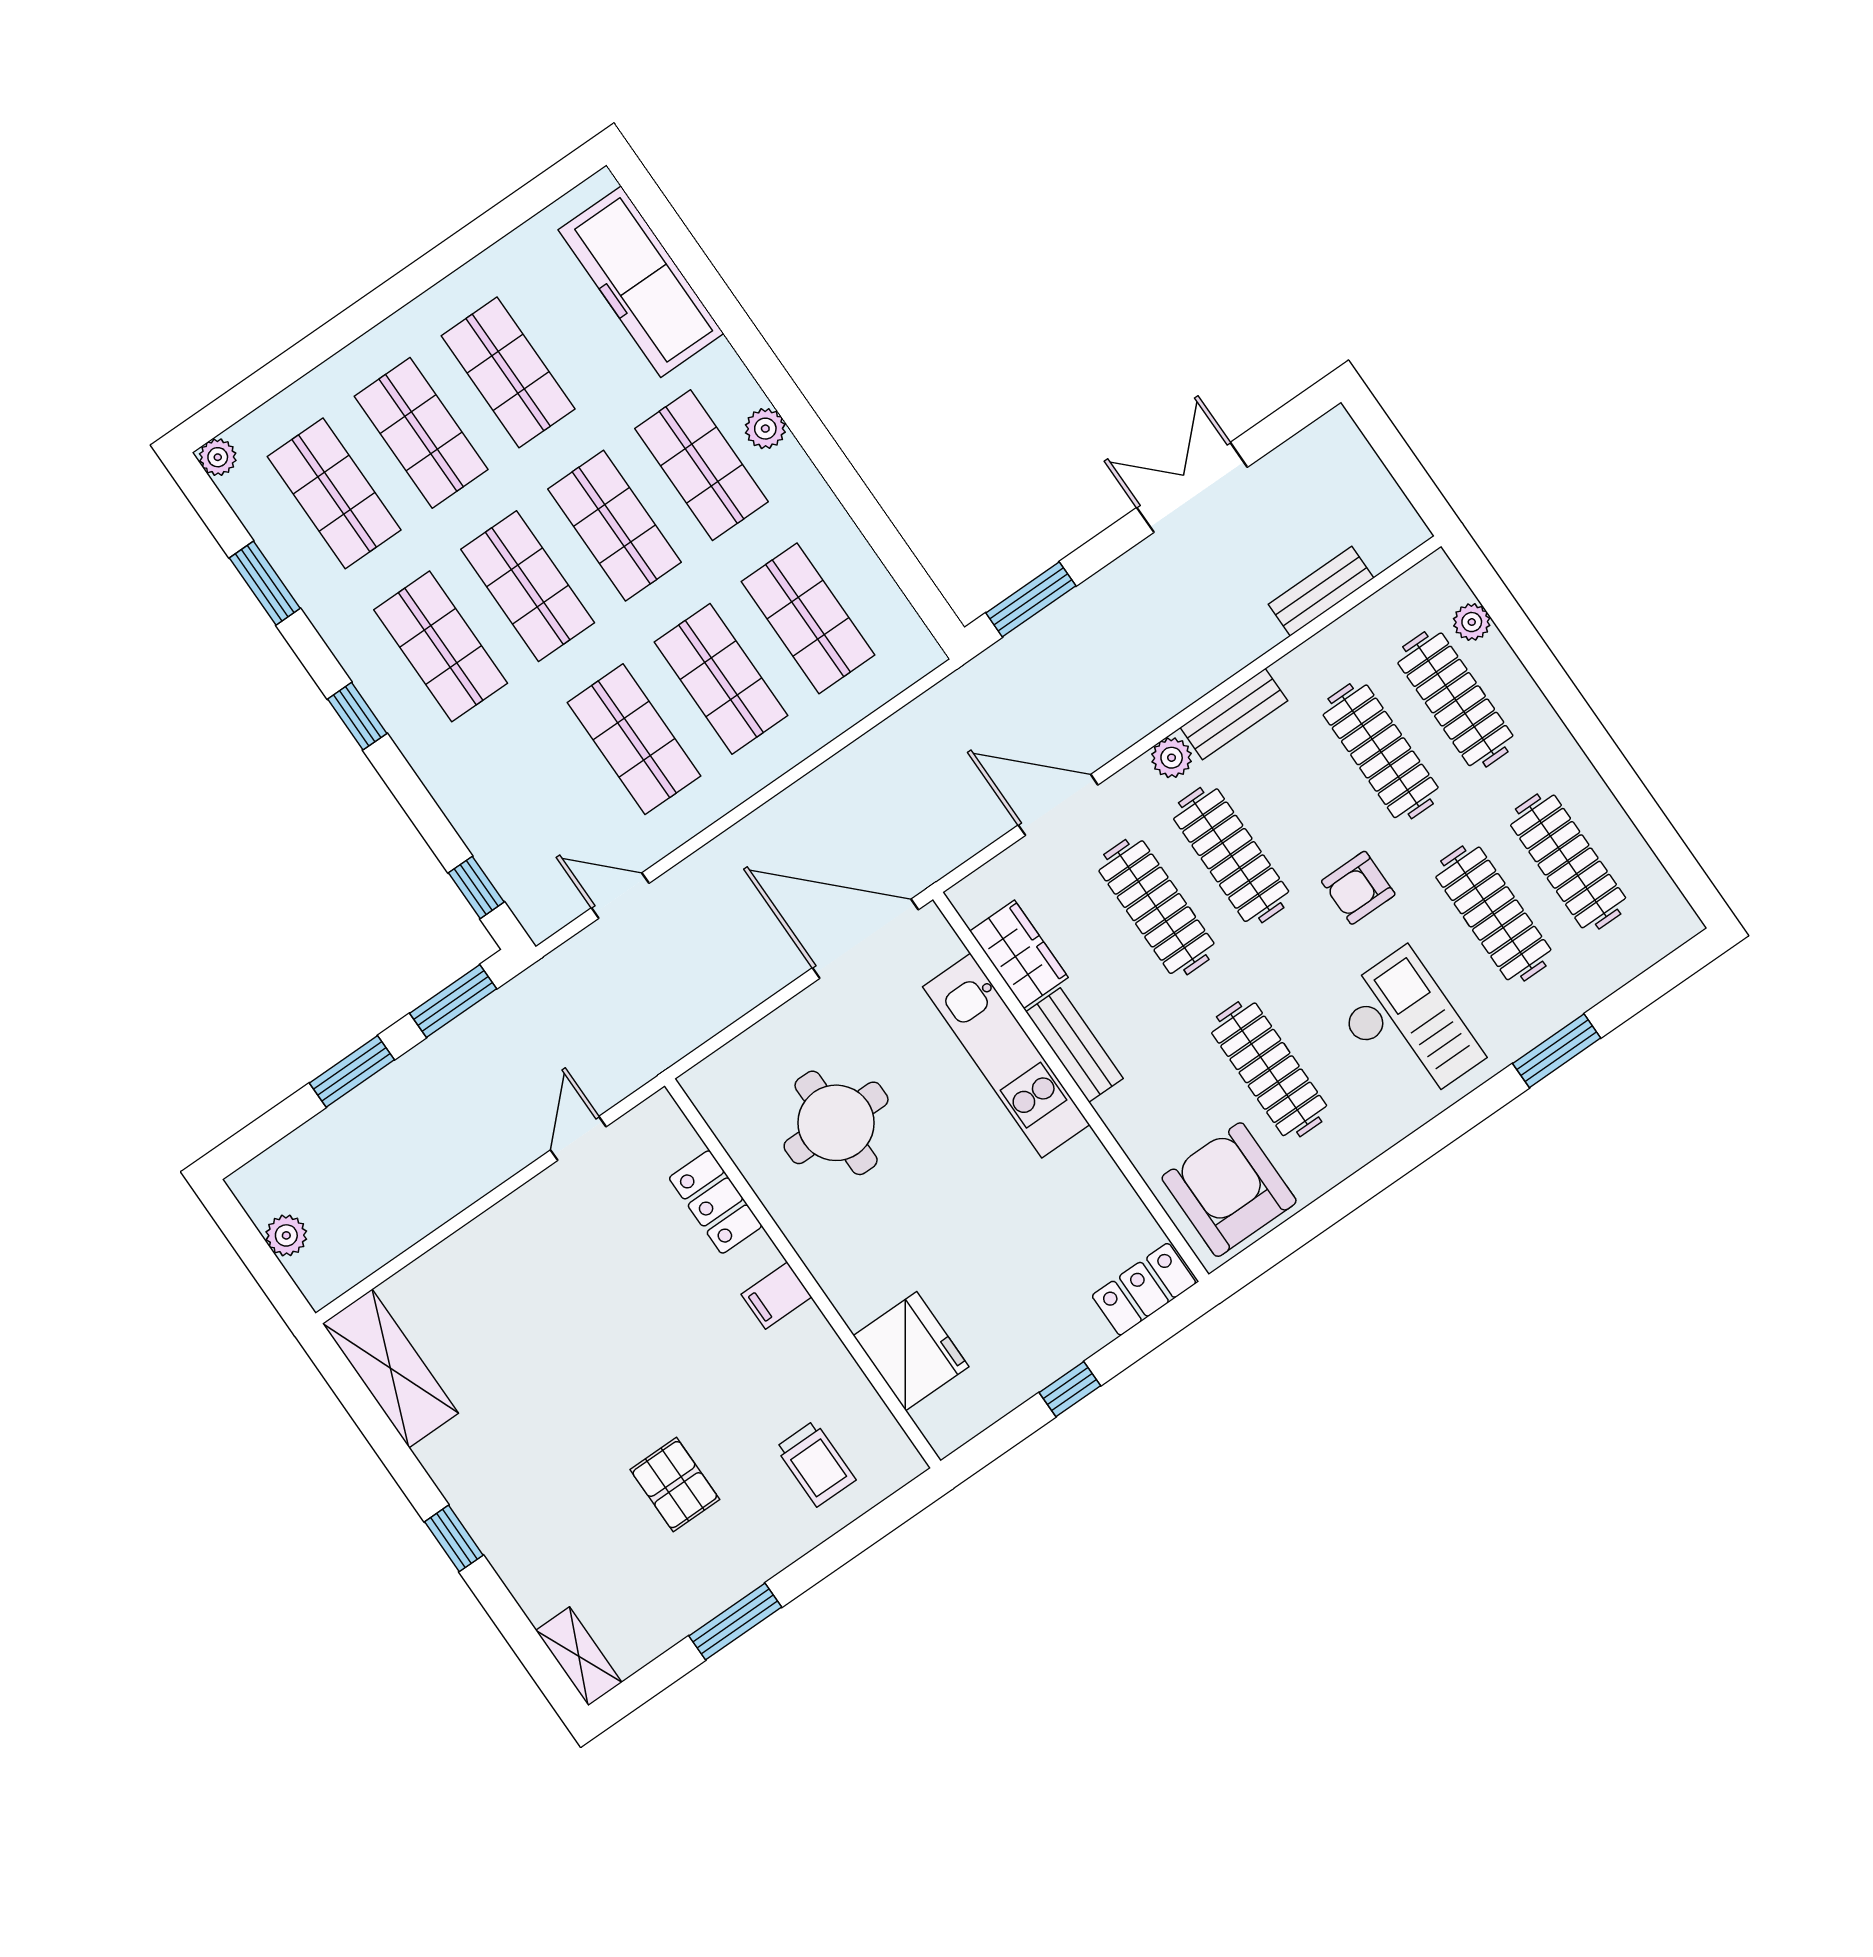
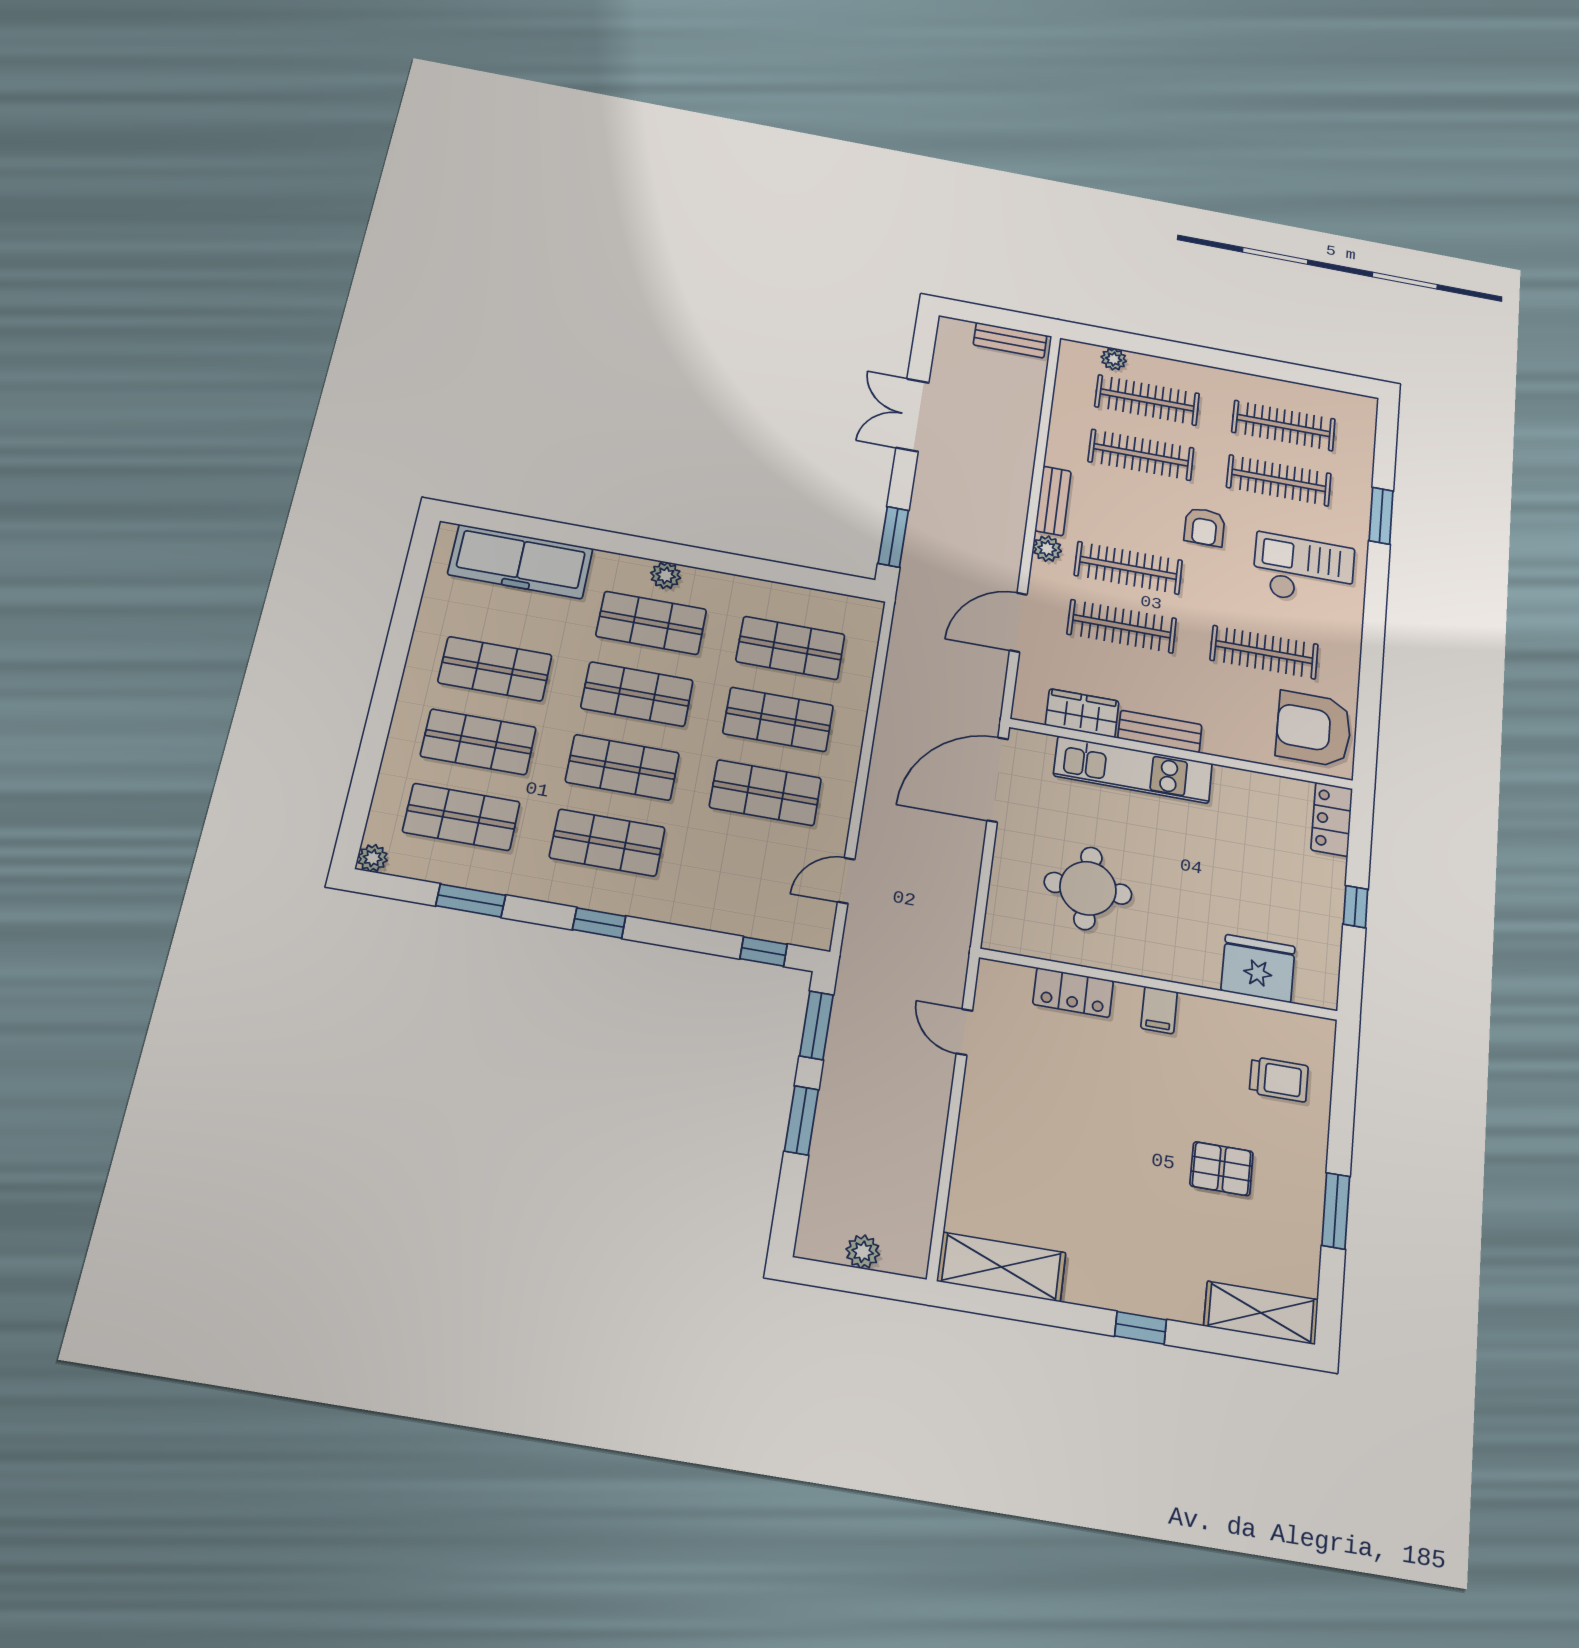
bench: (1321, 591) -> (1010, 340), moved, turned 90
shelving: (579, 1656) -> (1261, 1313), width x1.50, depth x1.33

